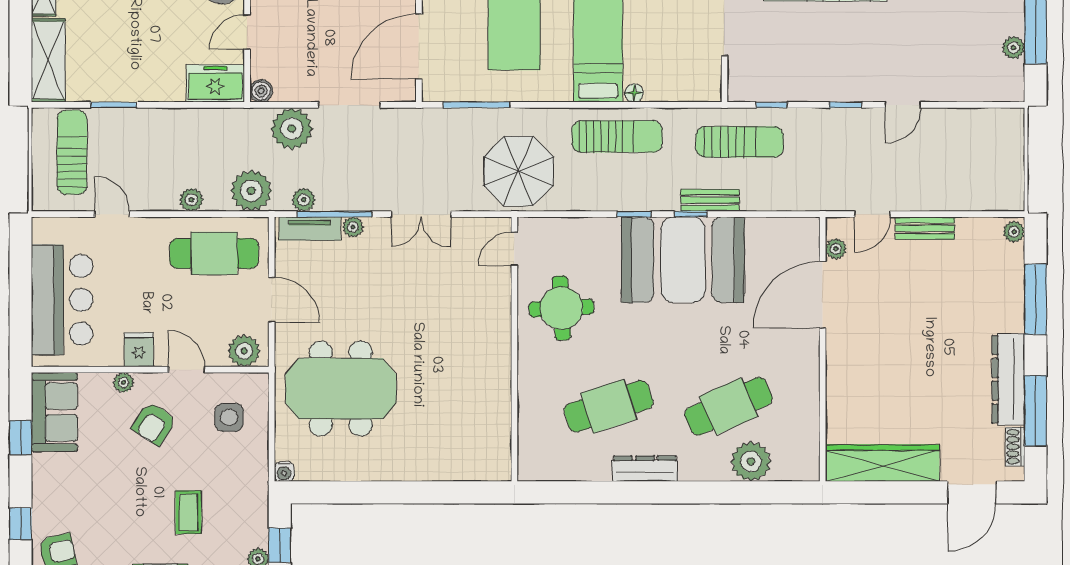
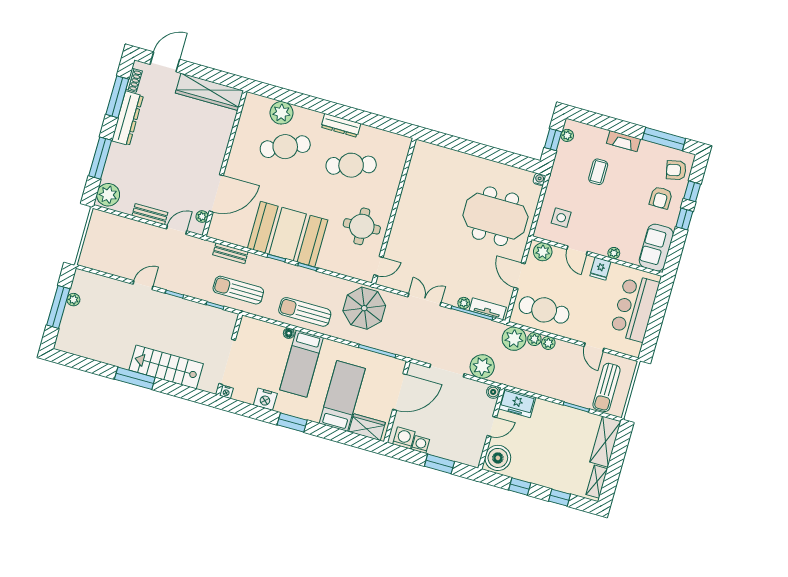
plant: (304, 200) -> (534, 339), moved
bench: (710, 200) -> (230, 253), moved
plant: (1014, 232) -> (108, 195), width x1.88, depth x1.88
armchair: (154, 424) -> (661, 198), moved, turned 147
window: (21, 438) -> (684, 219), moved

